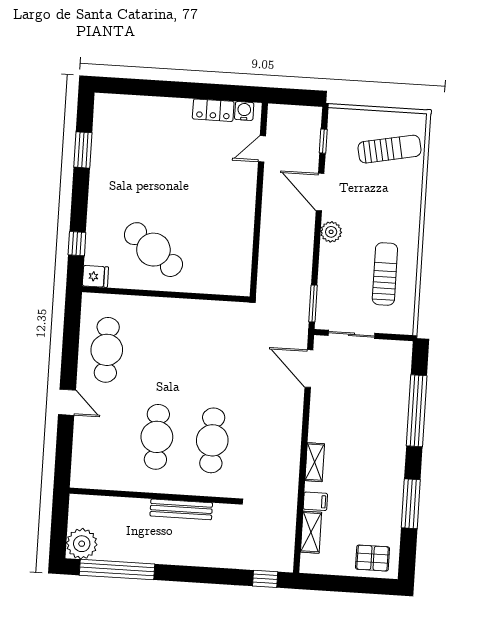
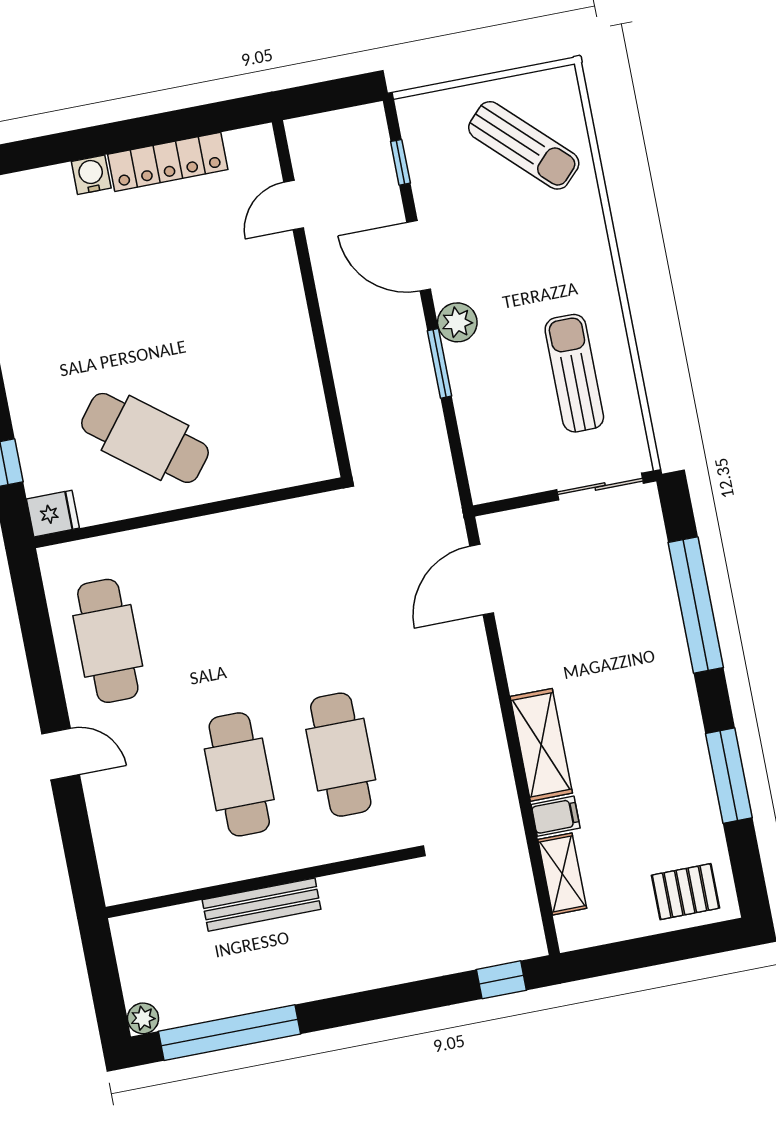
locker: (213, 110) -> (168, 162), width x1.53
water cooler: (244, 111) -> (91, 175), moved
sun lounger: (389, 149) -> (524, 145), turned 55
window: (313, 303) -> (440, 363), moved
sliding door: (352, 334) -> (600, 486), moved
door: (309, 369) -> (482, 580), hinge flipped
shelving: (315, 462) -> (541, 745), width x1.50, depth x1.33
bench: (181, 509) -> (262, 905), moved
plant: (82, 544) -> (143, 1018), width x0.53, depth x0.53

